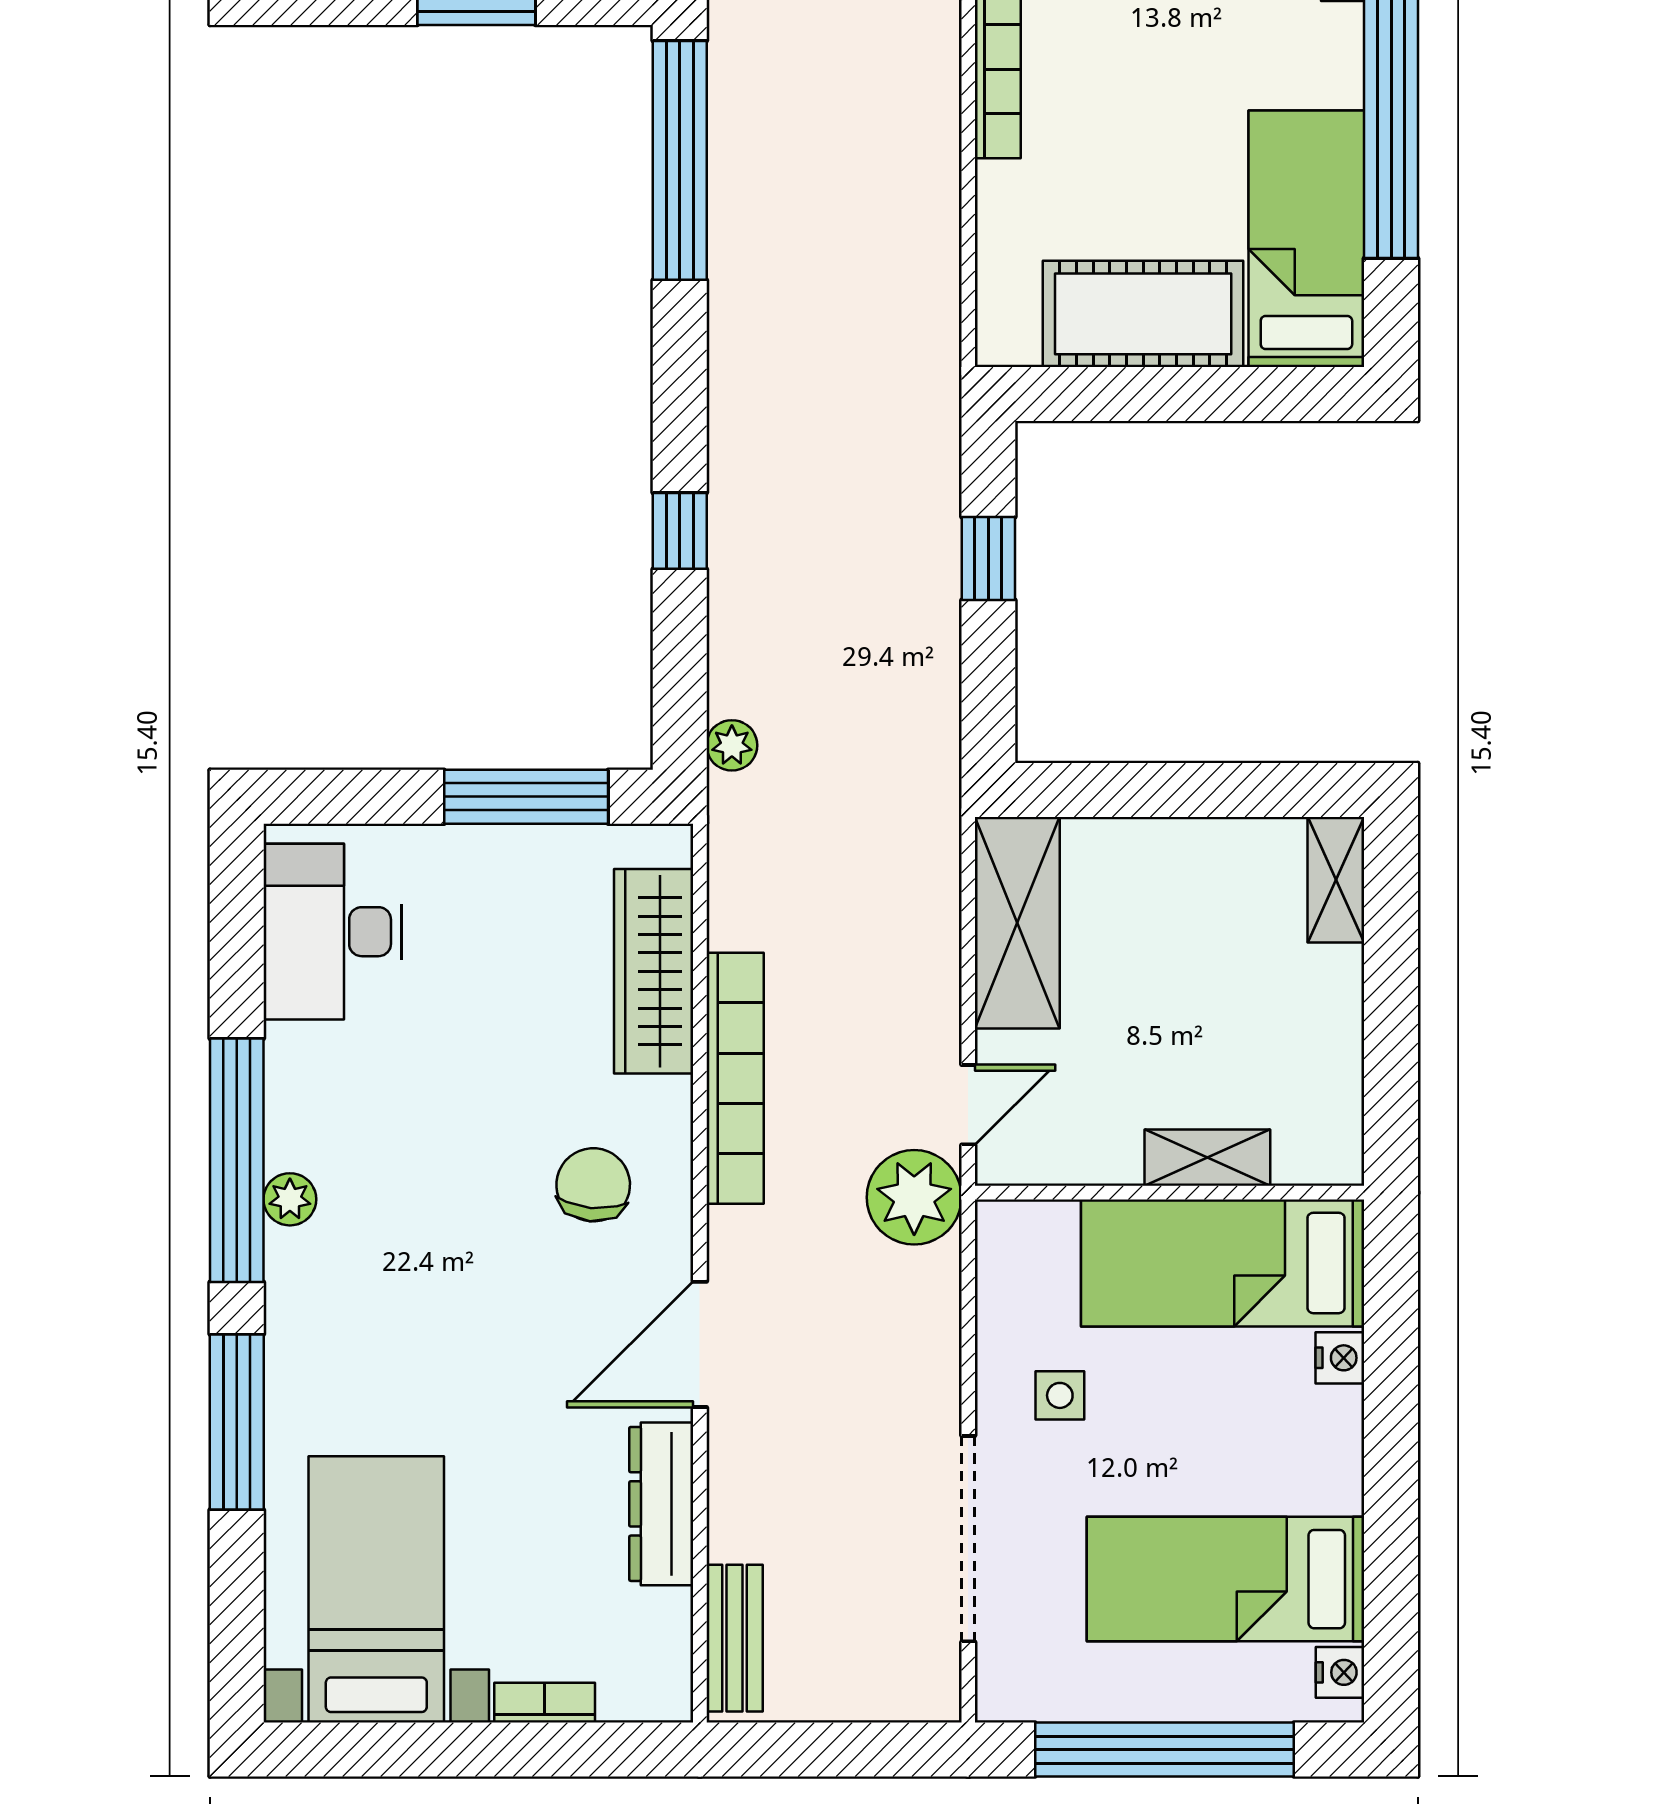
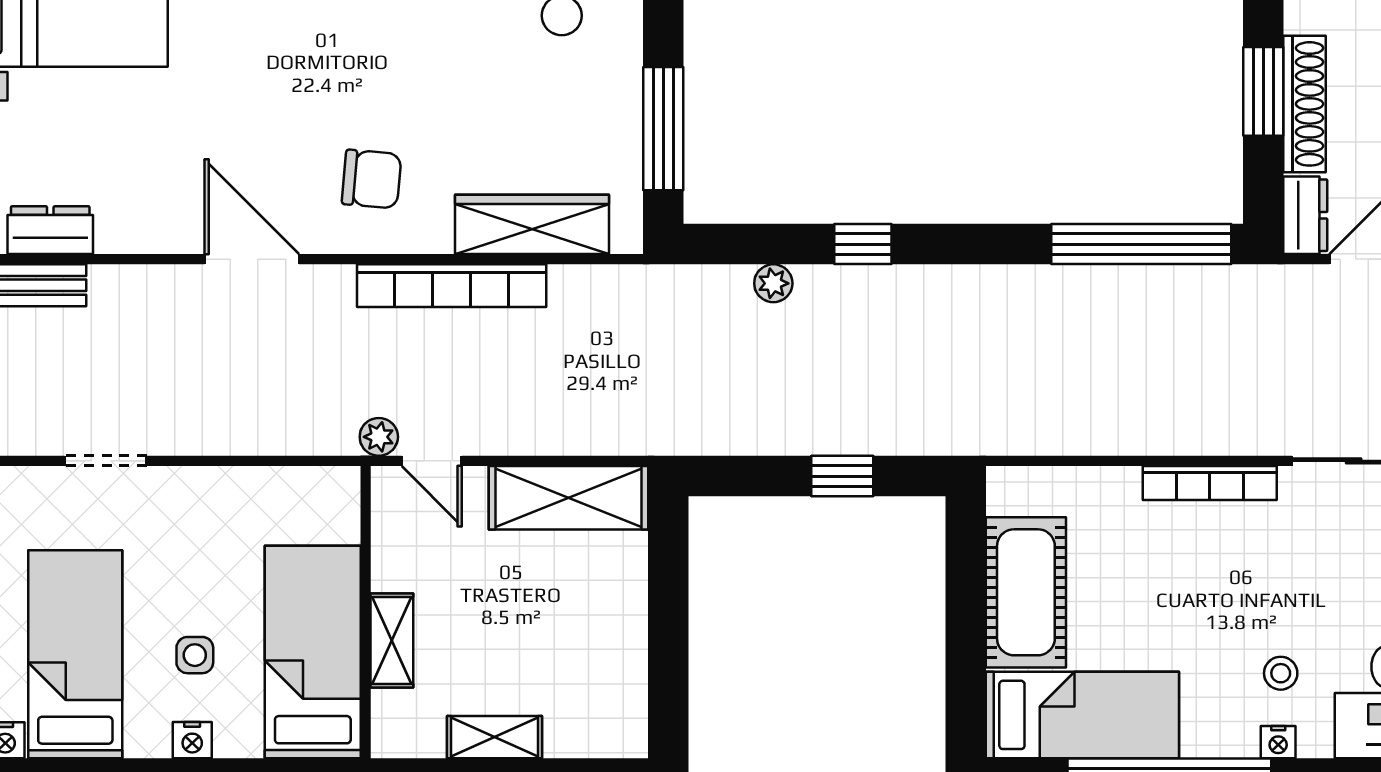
plant: (732, 745) -> (773, 283), moved
shelving: (1336, 880) -> (495, 737), moved
plant: (914, 1197) -> (379, 437), width x0.53, depth x0.53
nightstand: (1340, 1358) -> (192, 740), moved
side table: (1060, 1395) -> (195, 655), moved
dresser: (661, 1504) -> (50, 230), moved, width x0.70
doorway: (968, 1539) -> (106, 461), width x0.53

